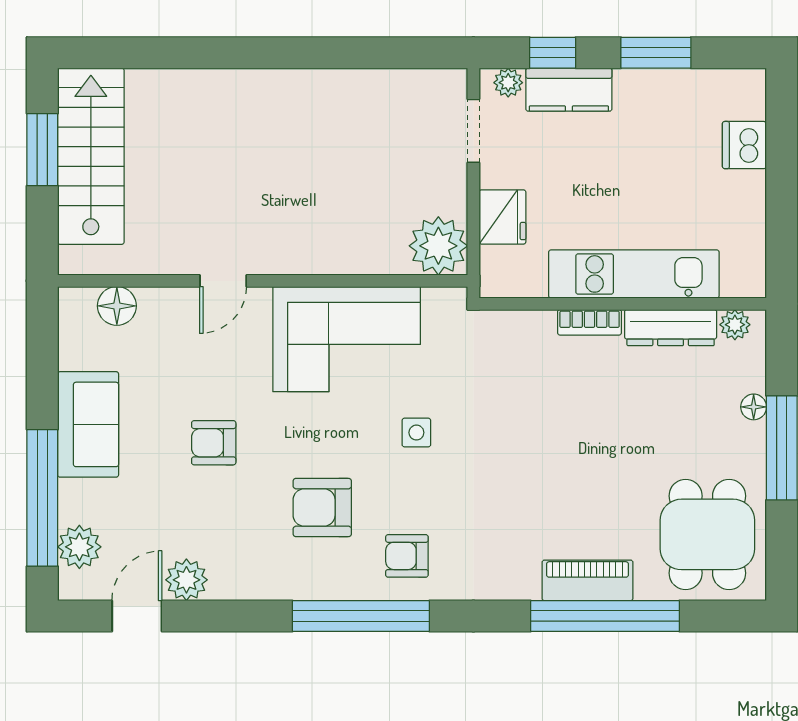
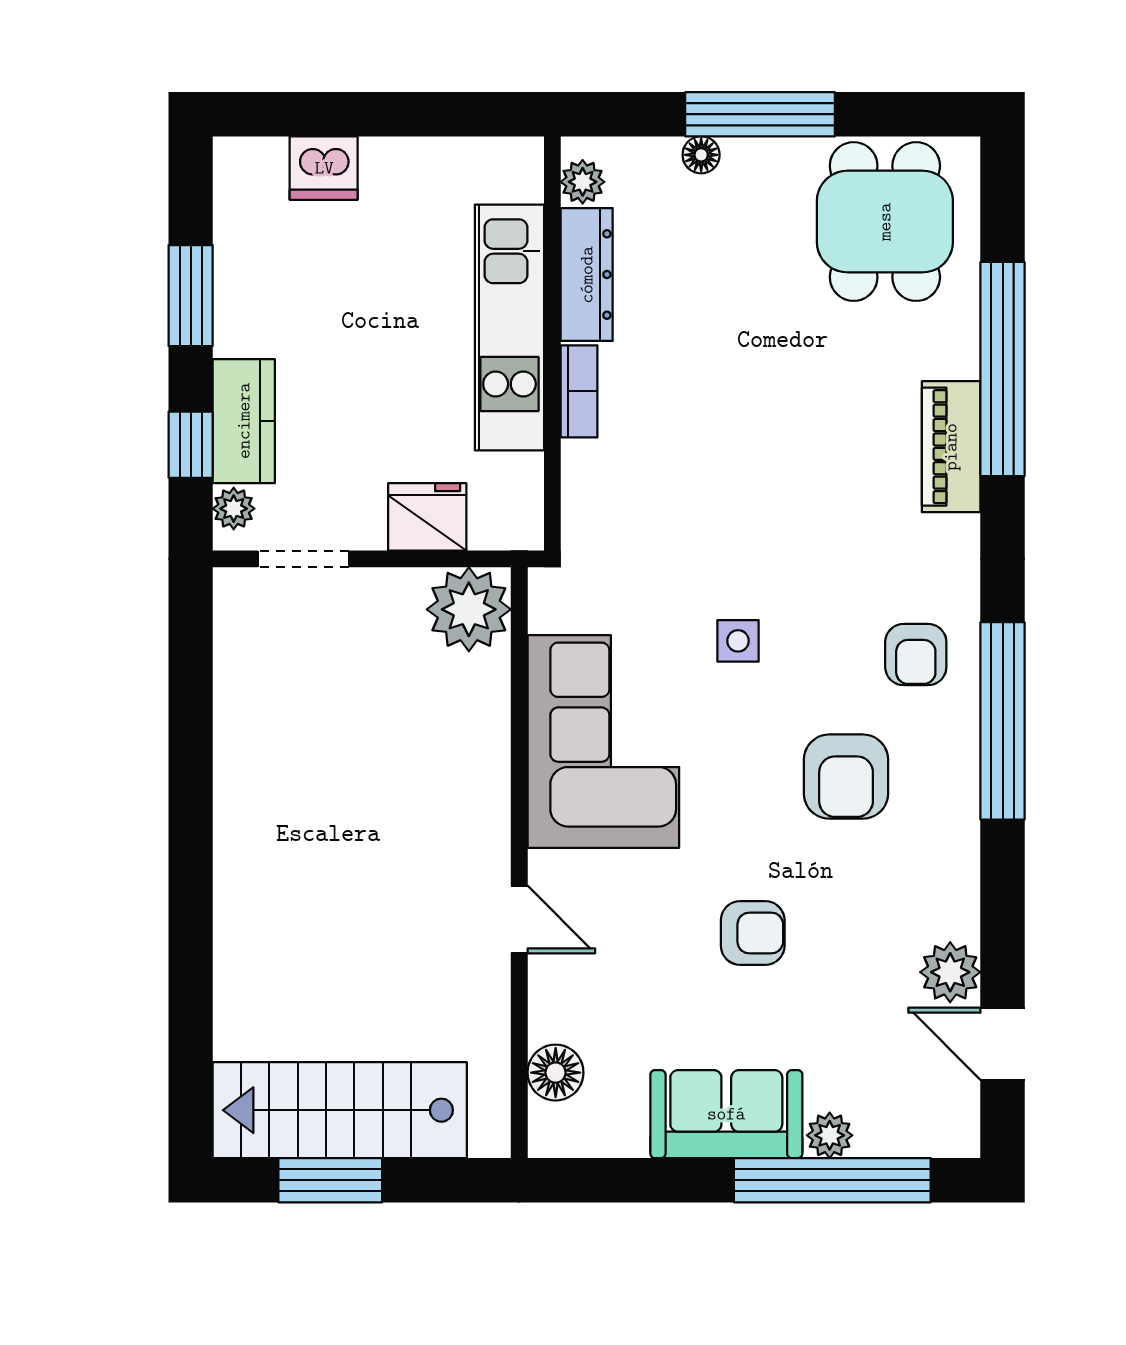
armchair: (214, 443) -> (753, 933), turned -90
dining table: (707, 534) -> (885, 222), turned 90
plant: (79, 547) -> (830, 1135), moved, width x0.73, depth x0.73
piano: (587, 580) -> (951, 447), moved

